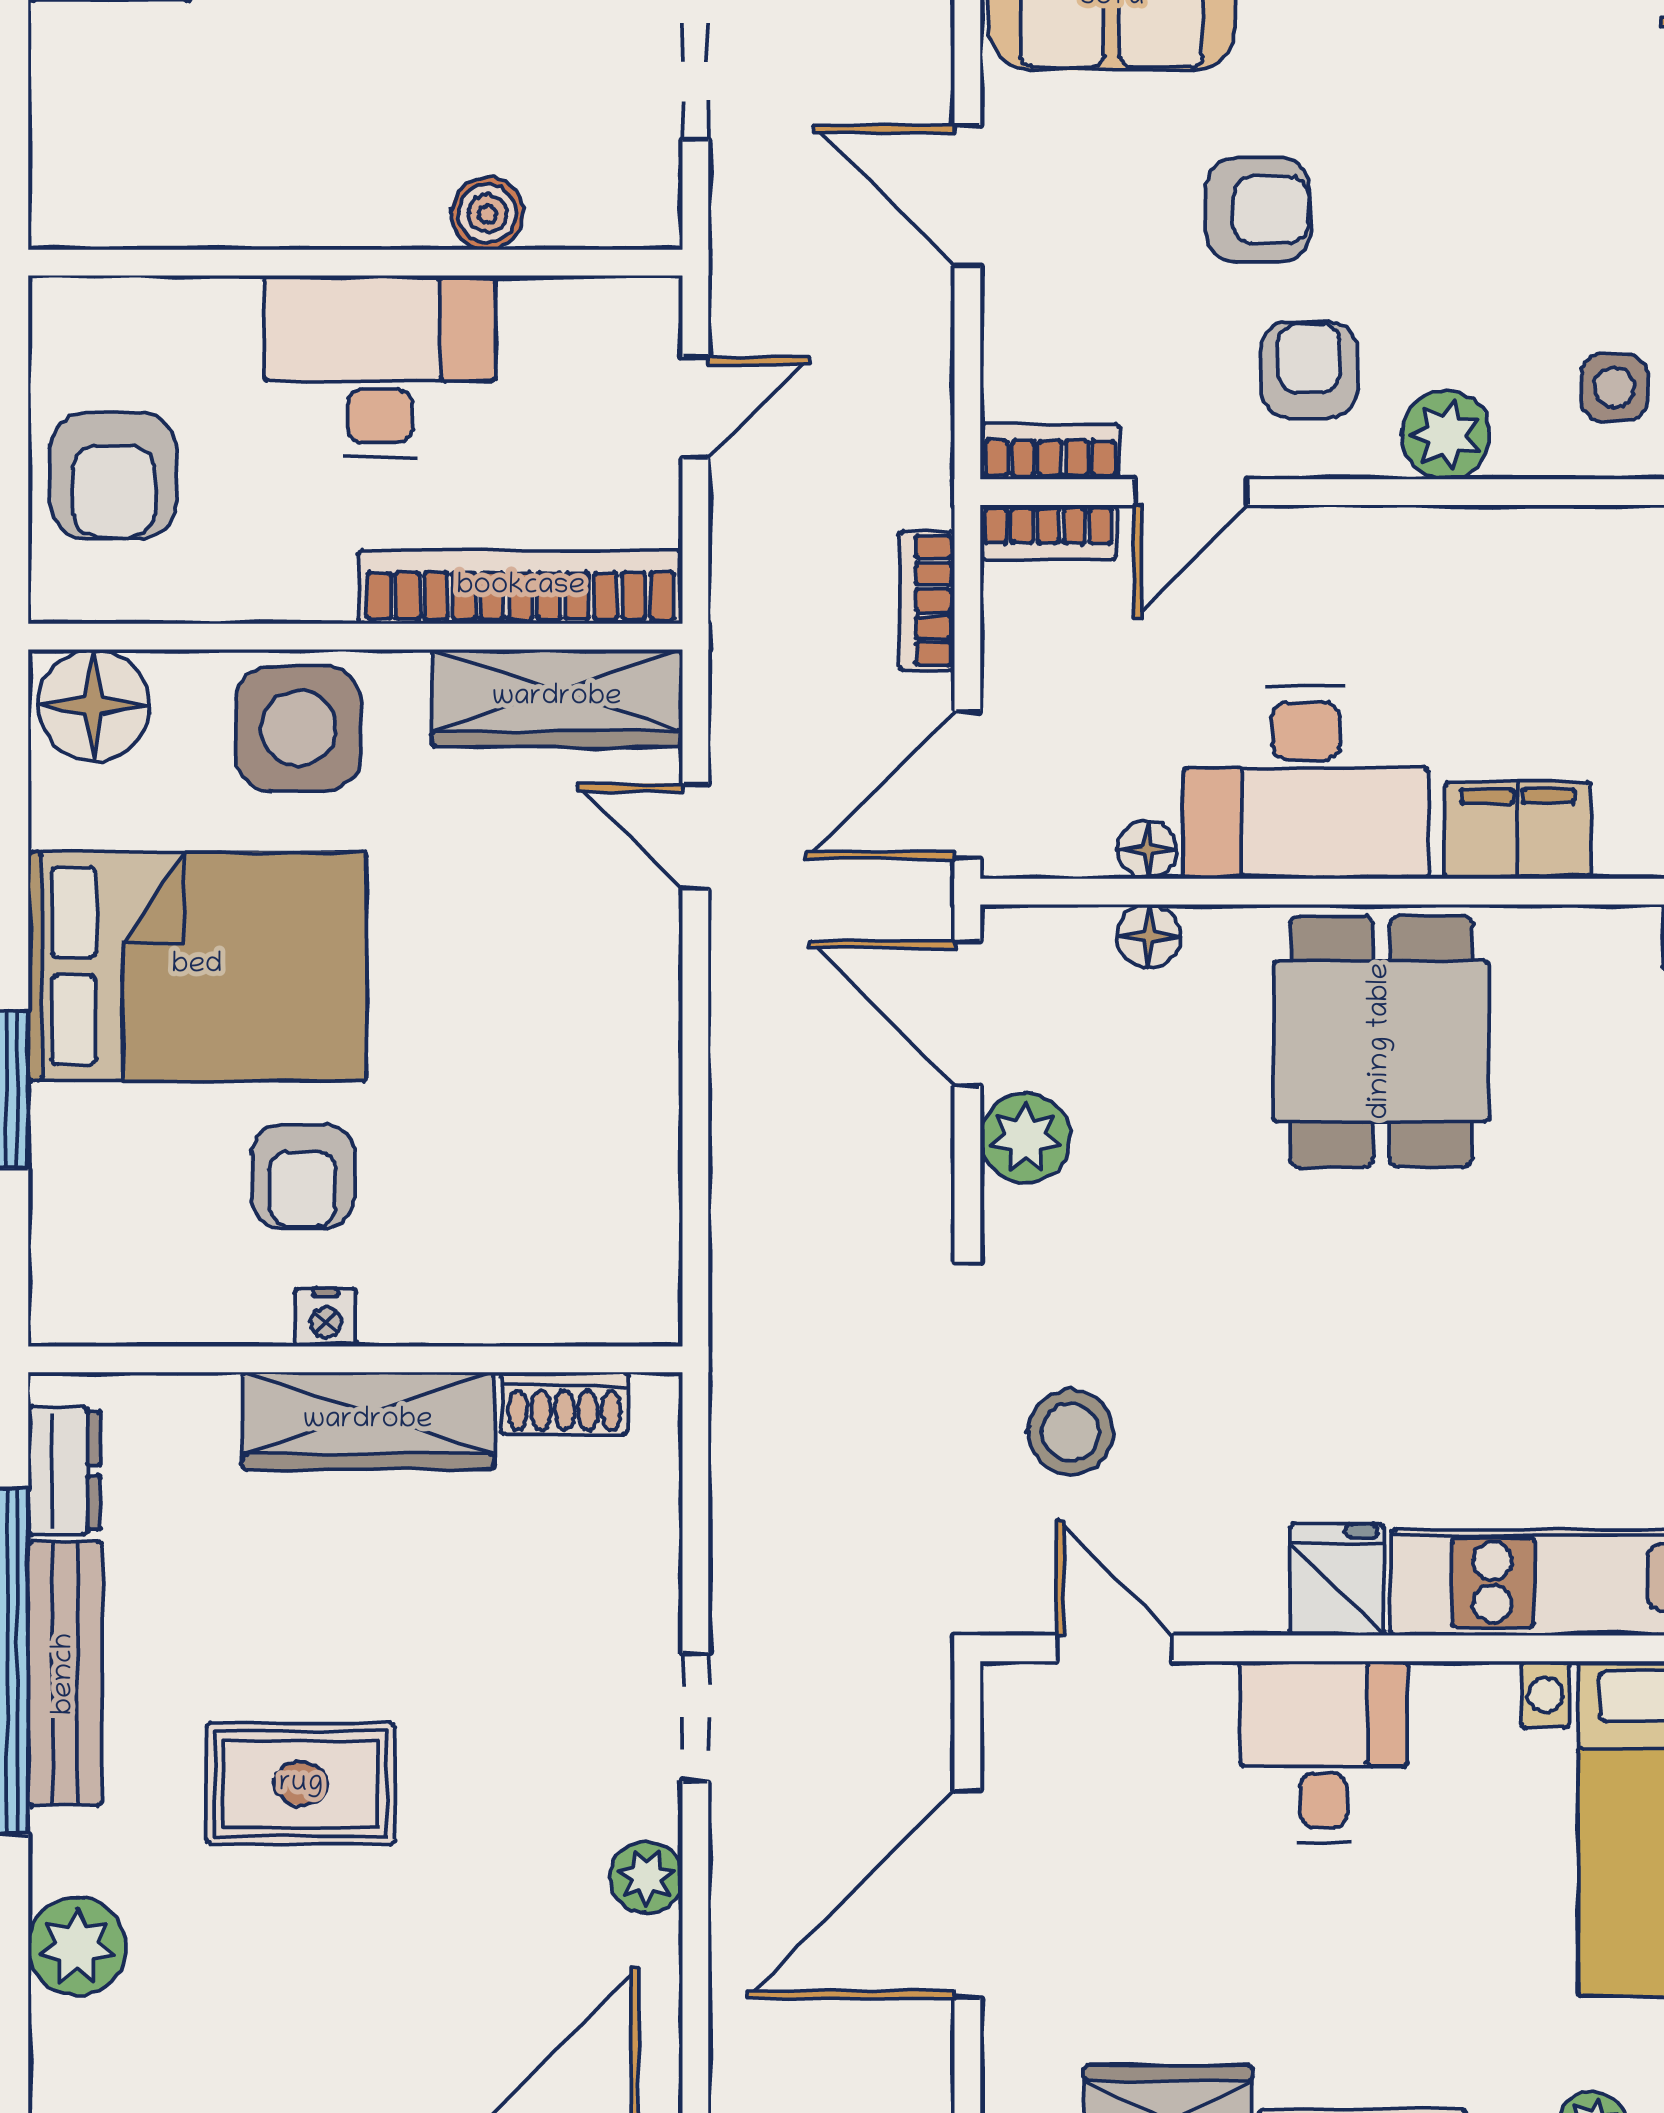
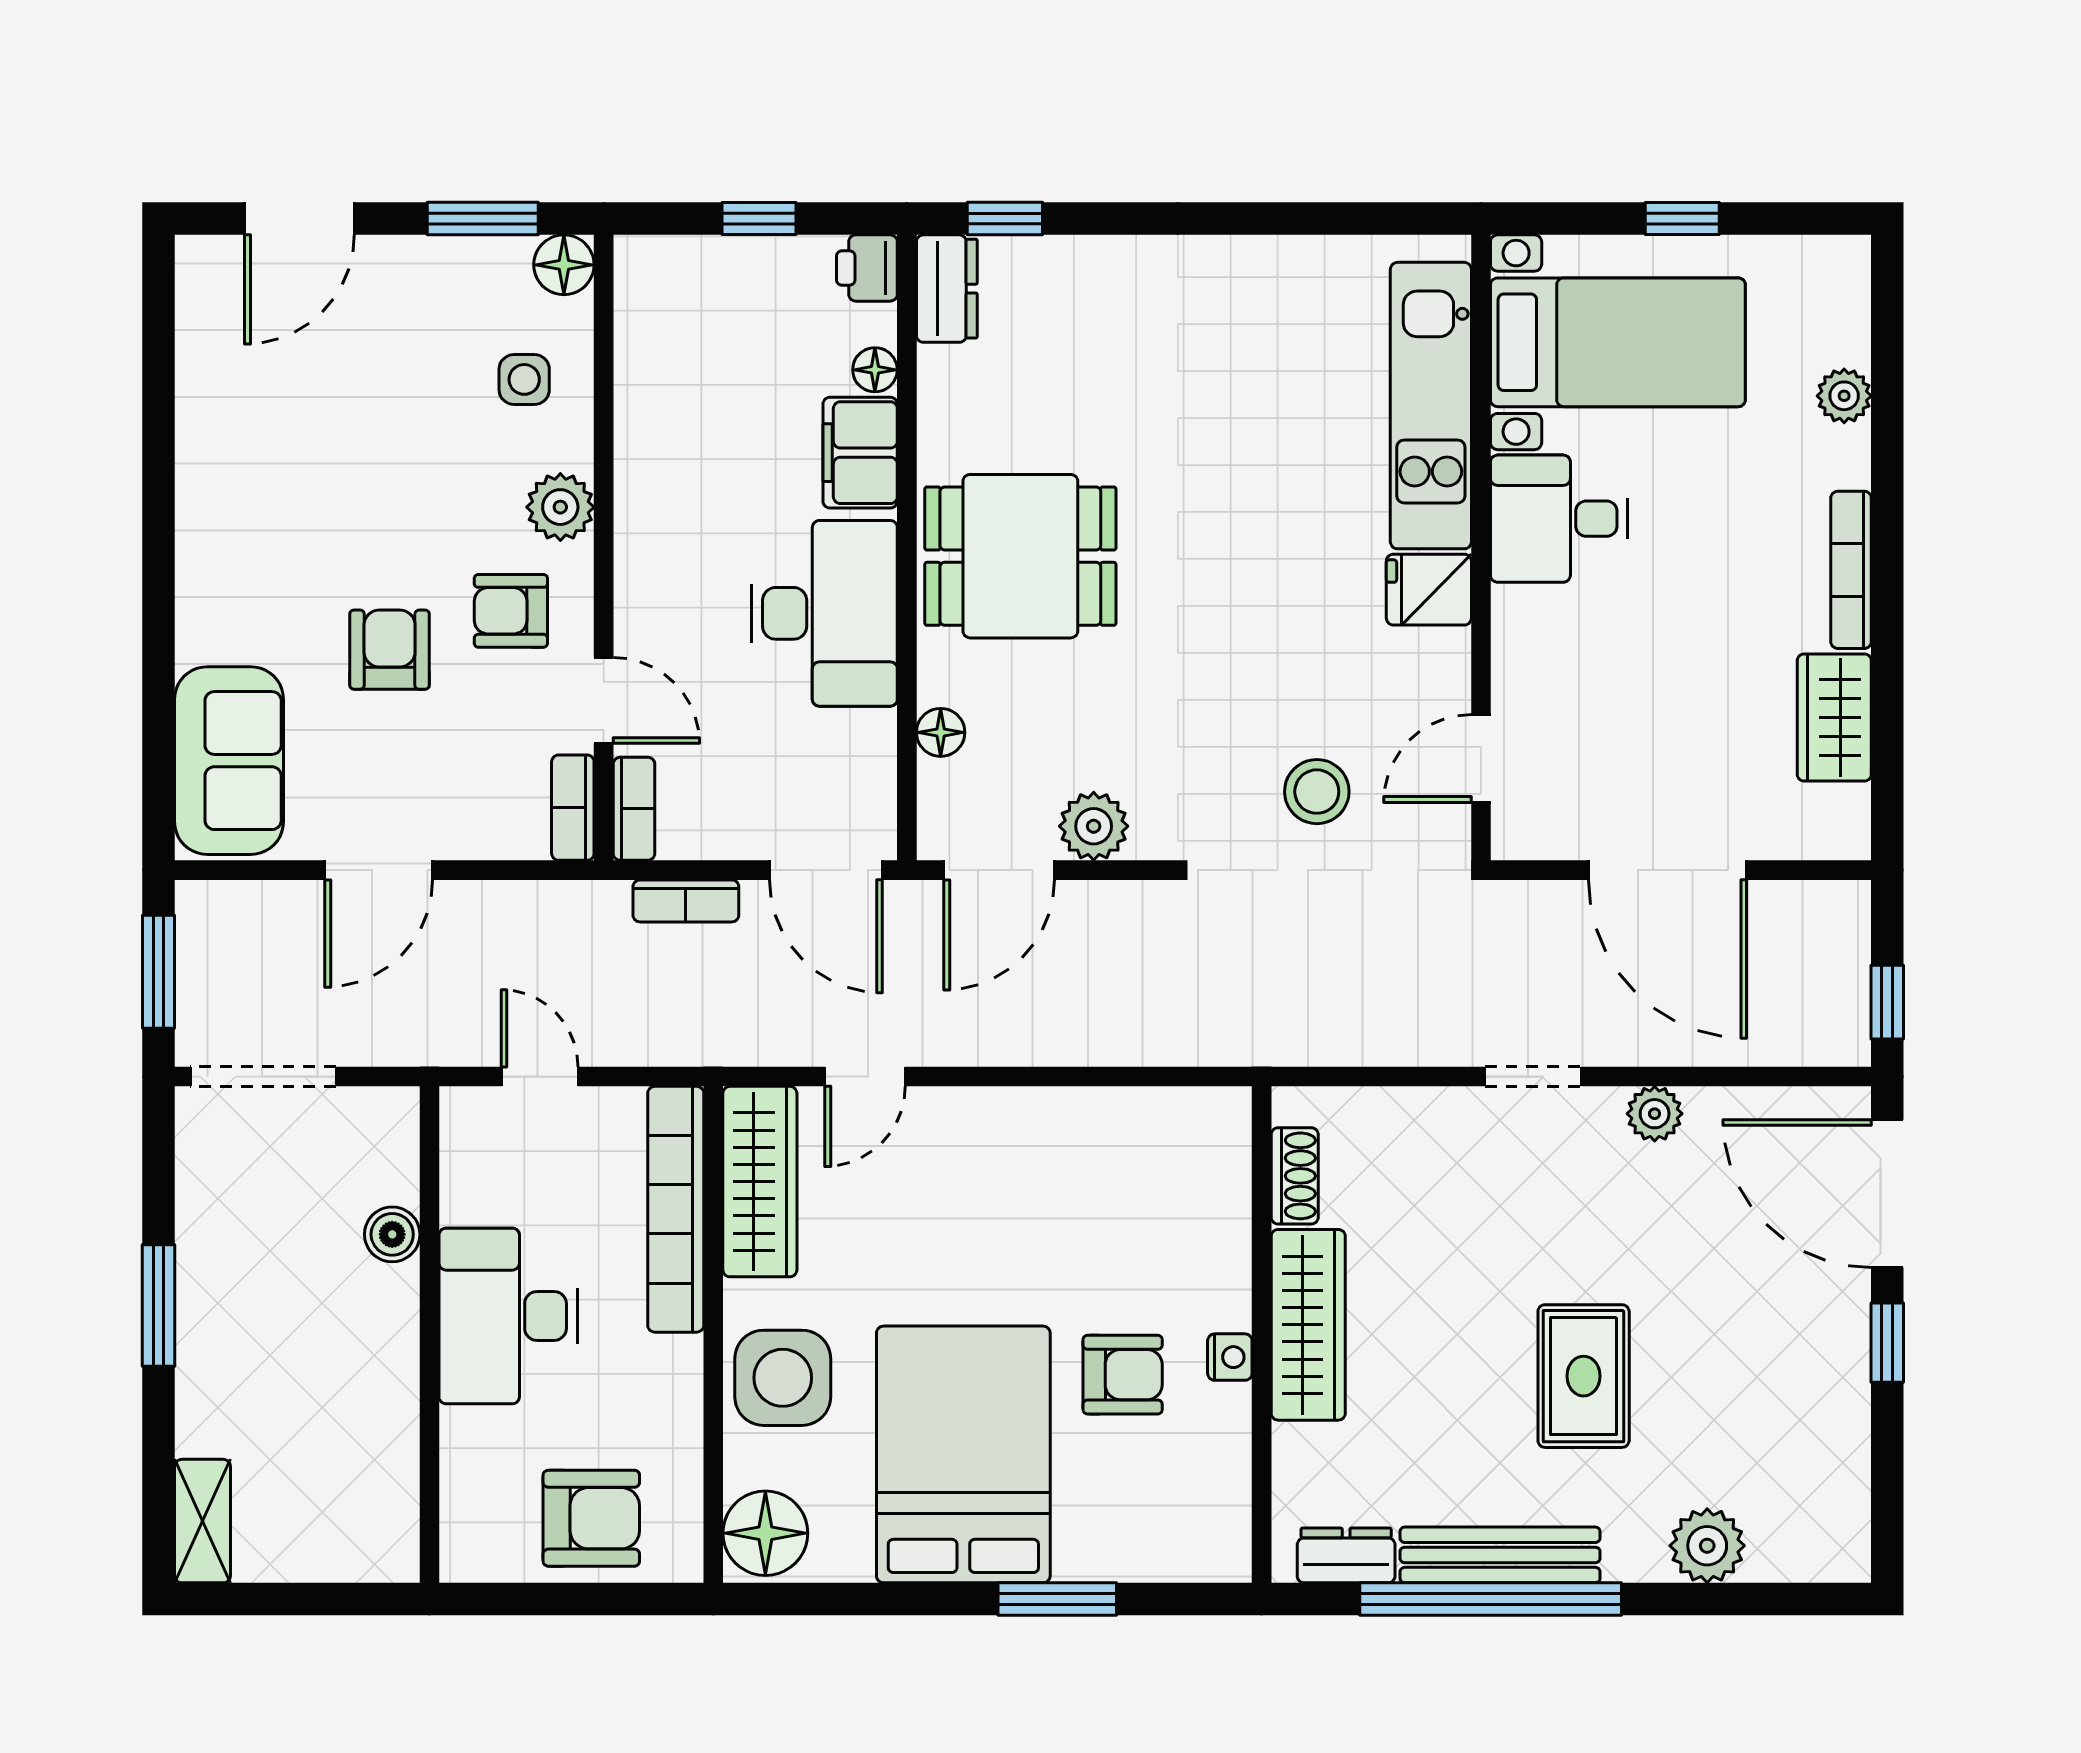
floor lamp: (1147, 850) -> (875, 370), moved
desk: (1323, 1752) -> (1559, 519), moved

